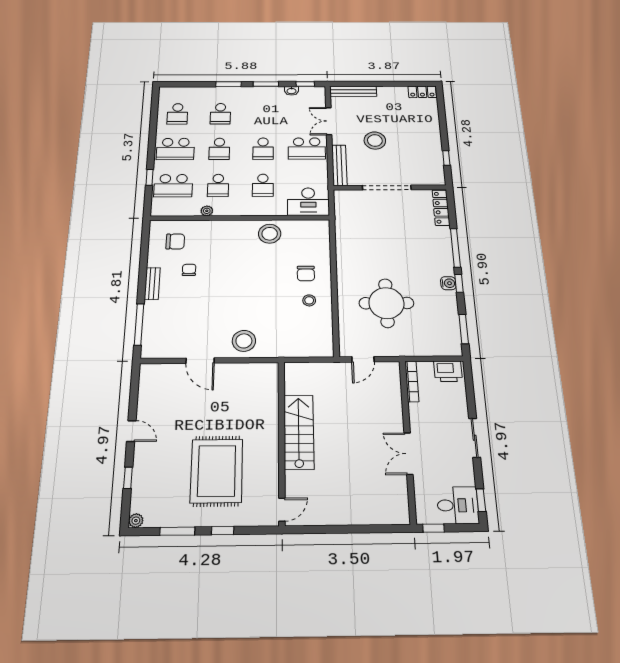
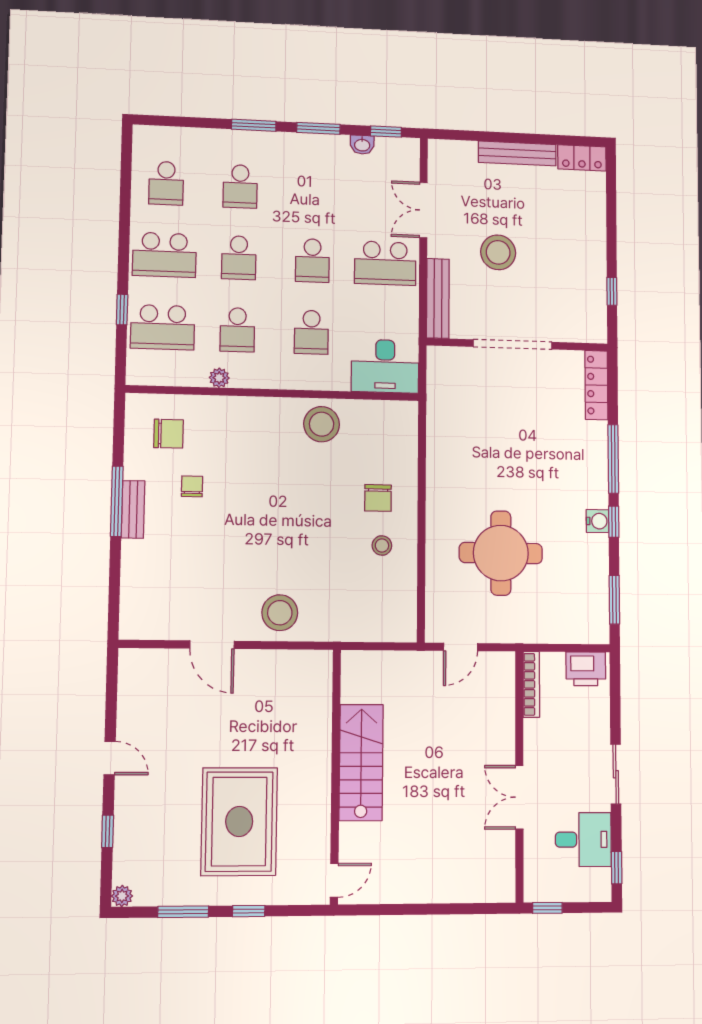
bench: (353, 91) -> (517, 153), moved
window: (139, 324) -> (117, 501), moved
desk: (458, 505) -> (583, 840), moved

